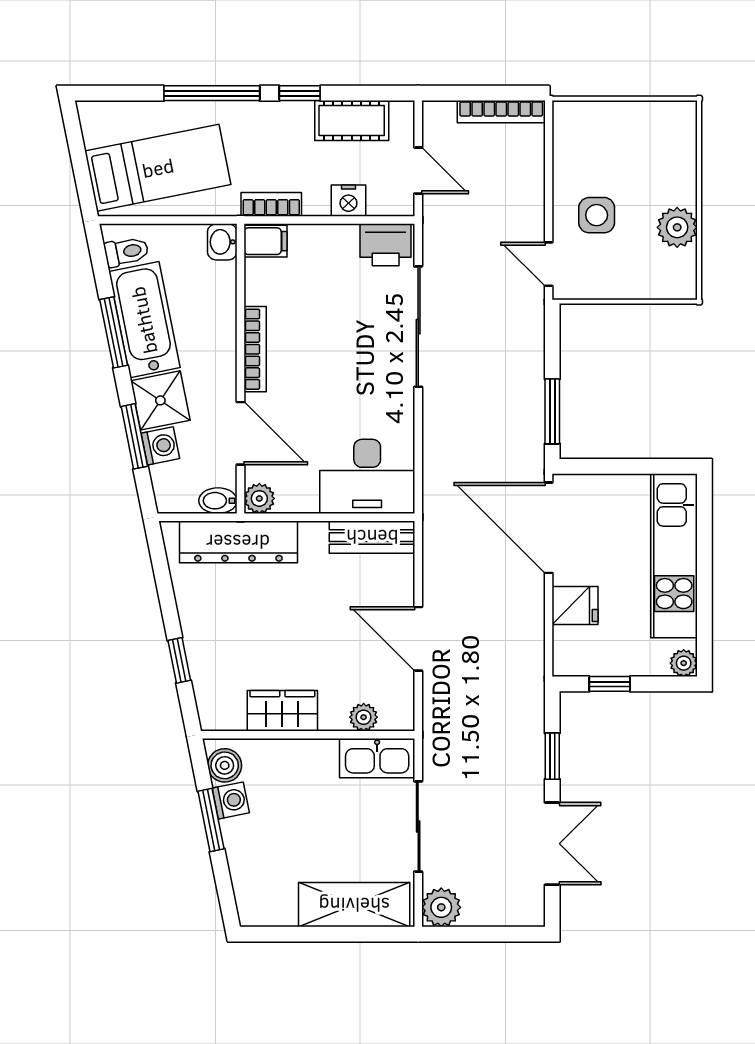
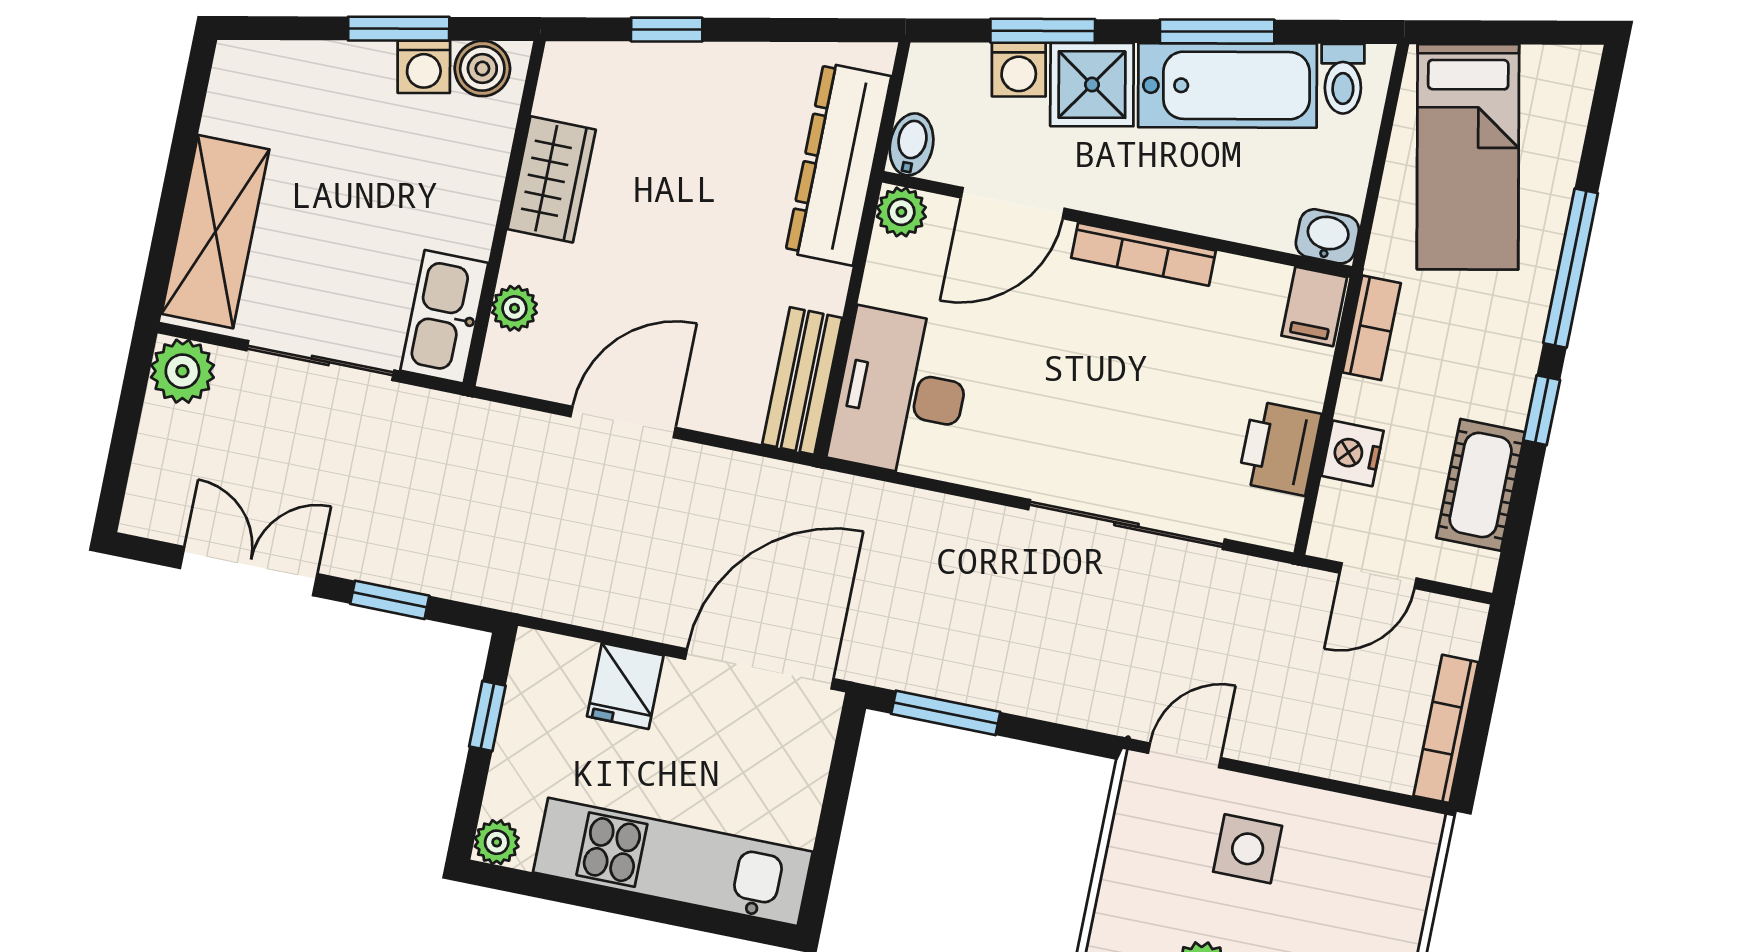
printer: (386, 245) -> (1279, 448), moved
double door: (552, 844) -> (249, 571), swing flipped

